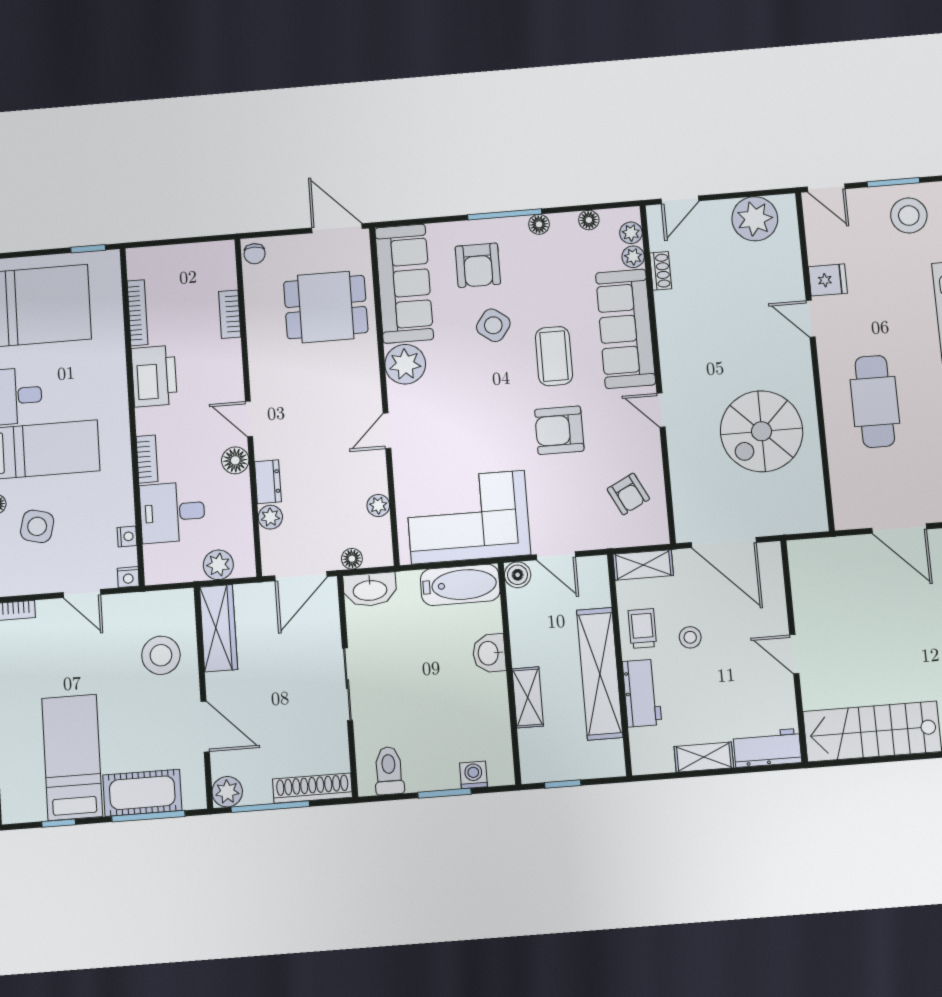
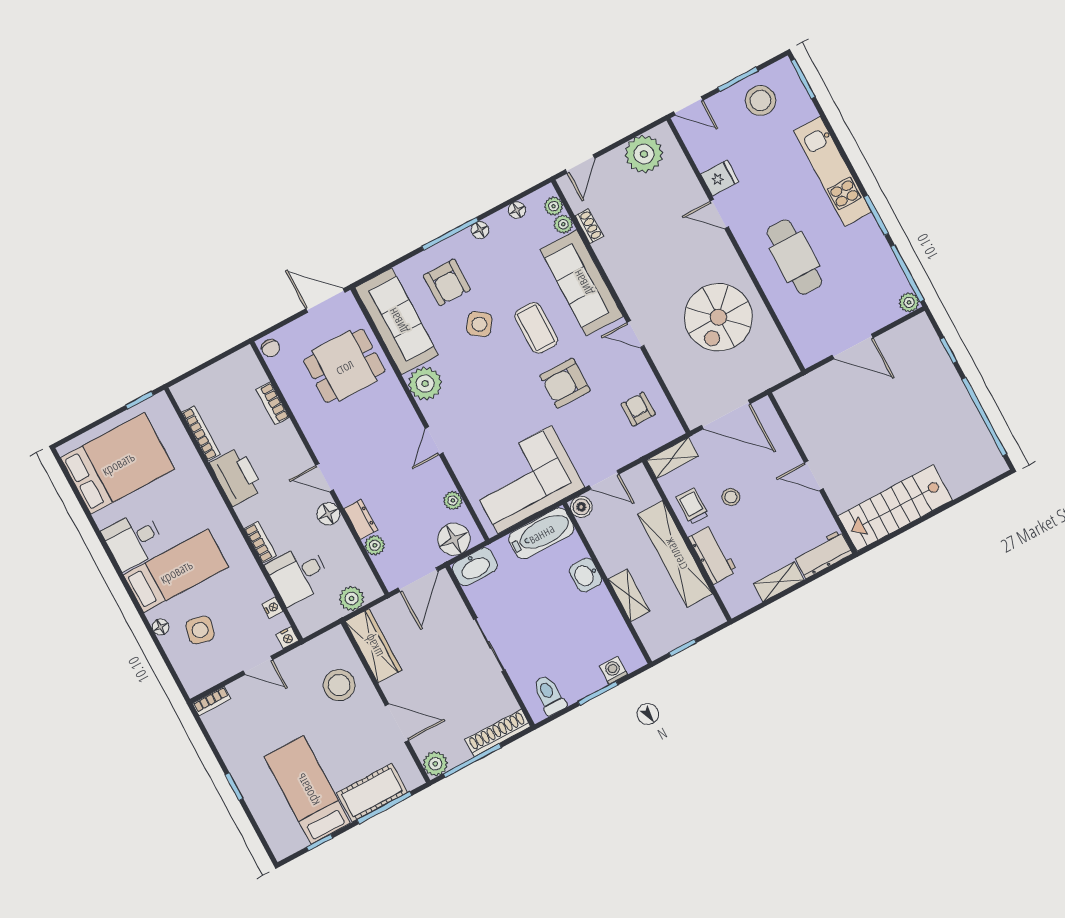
armchair: (628, 494) -> (638, 409), turned -153
floor lamp: (352, 559) -> (454, 539), width x1.89, depth x1.89

